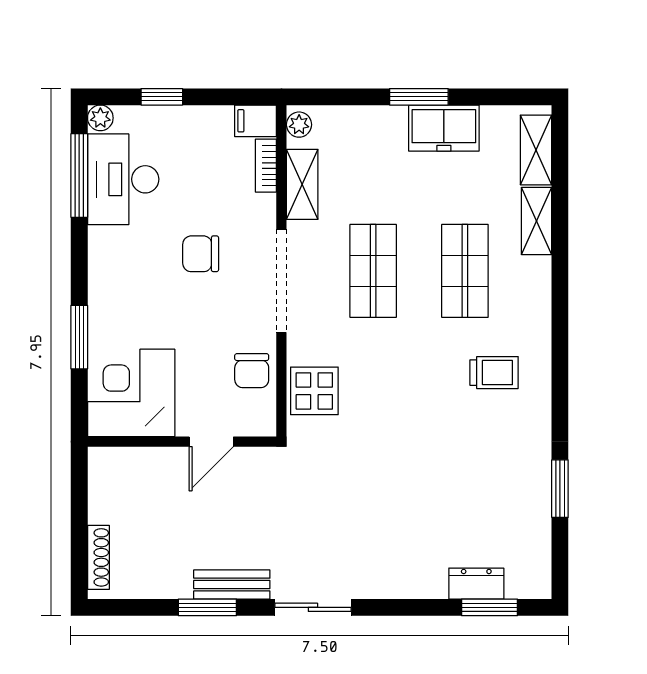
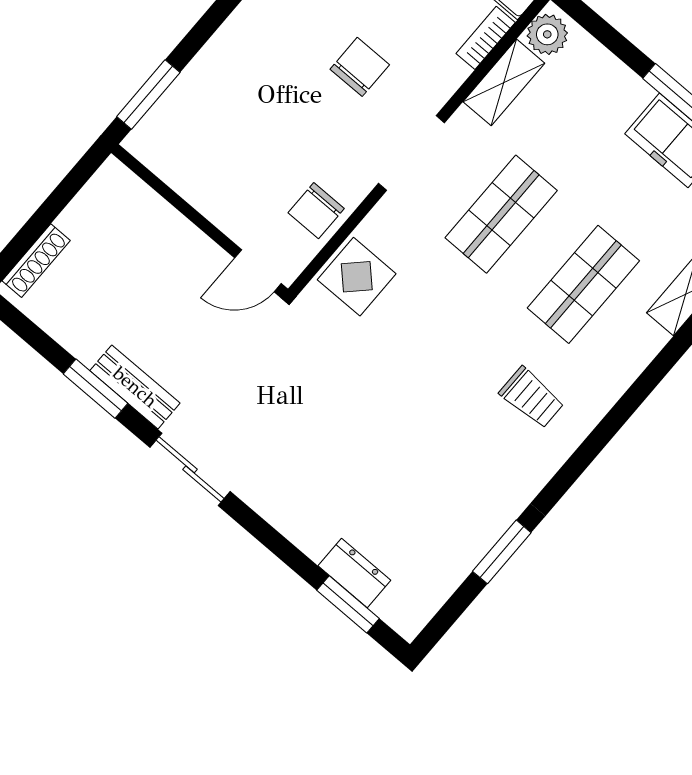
plant: (299, 125) -> (547, 34), width x1.38, depth x1.38
chair: (201, 254) -> (360, 67), turned 90
doorway: (281, 281) -> (411, 153), width x0.73
window: (79, 337) -> (148, 95), moved
corner desk: (131, 393) -> (191, 138), removed
door: (211, 442) -> (258, 271), moved

